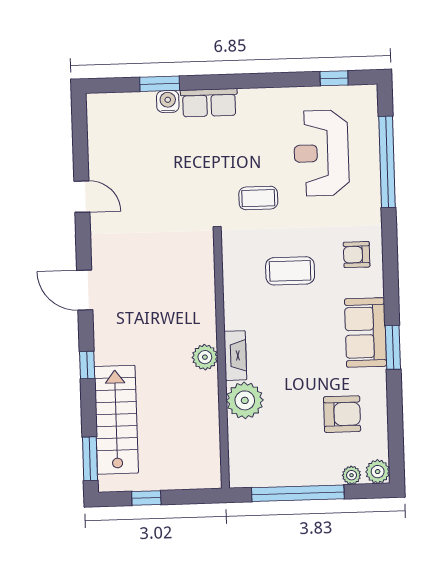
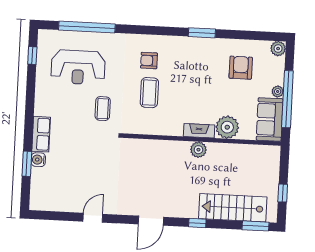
armchair: (357, 255) -> (149, 61), moved, turned 90
sofa: (365, 332) -> (270, 119), moved, turned 90
plant: (352, 475) -> (278, 91), moved

